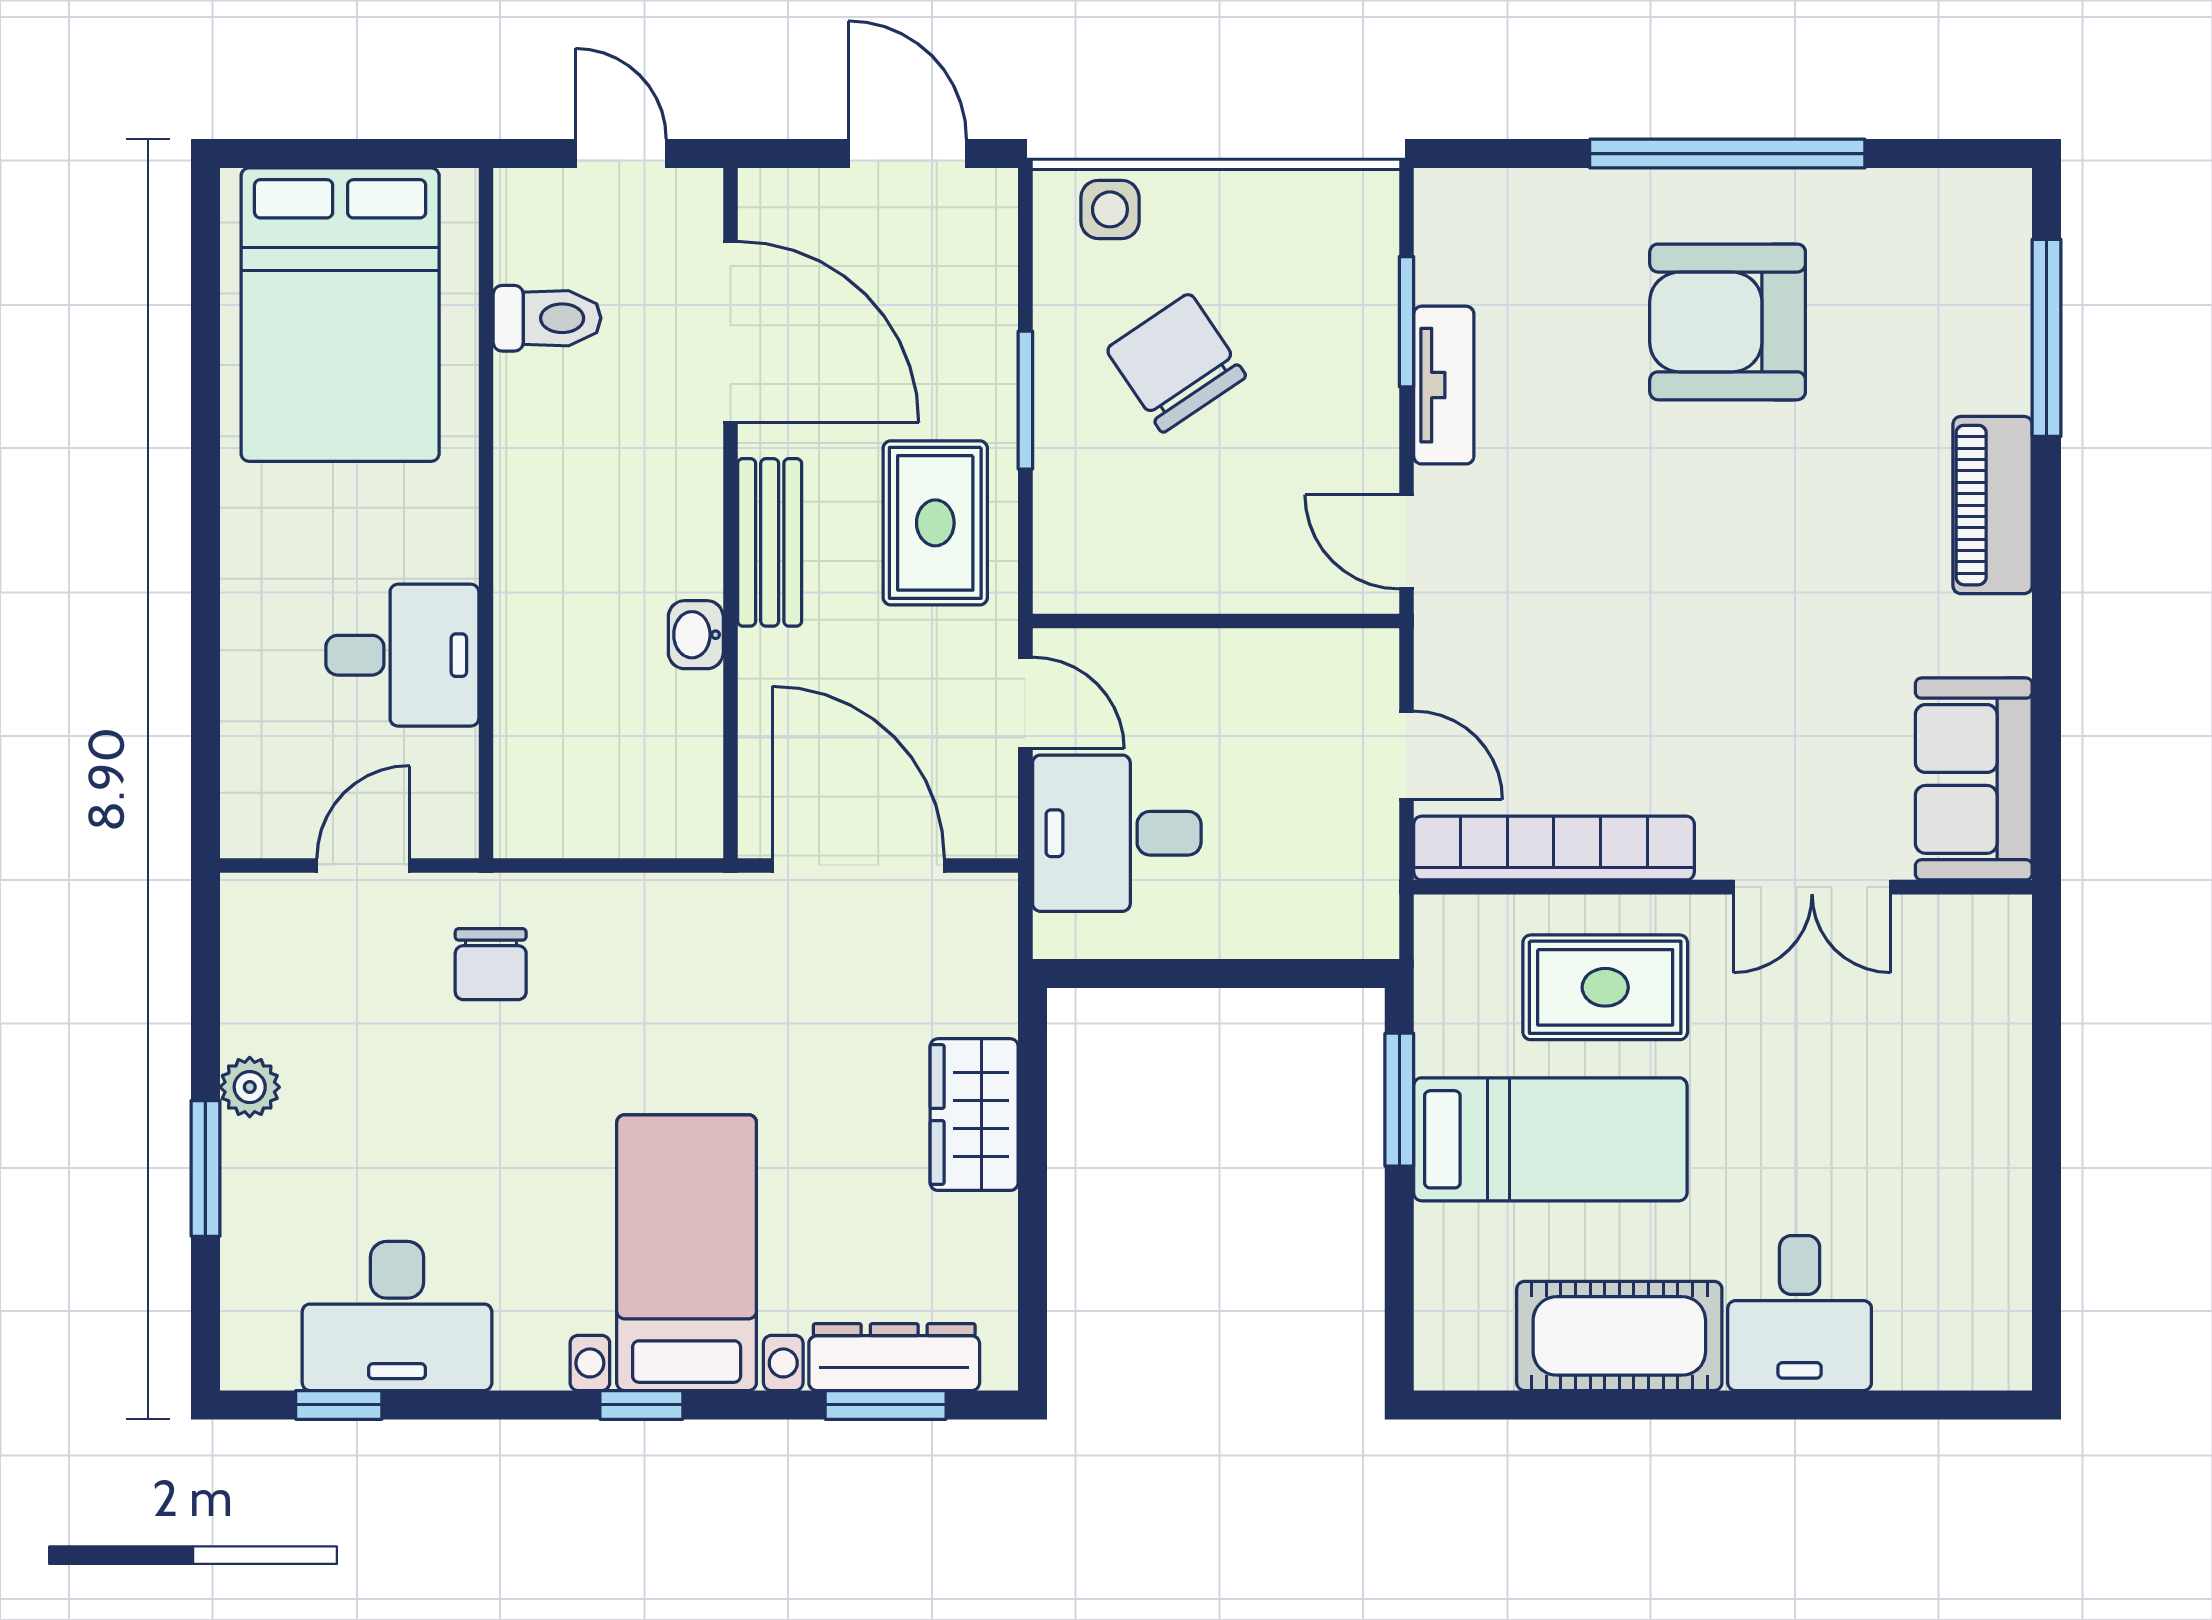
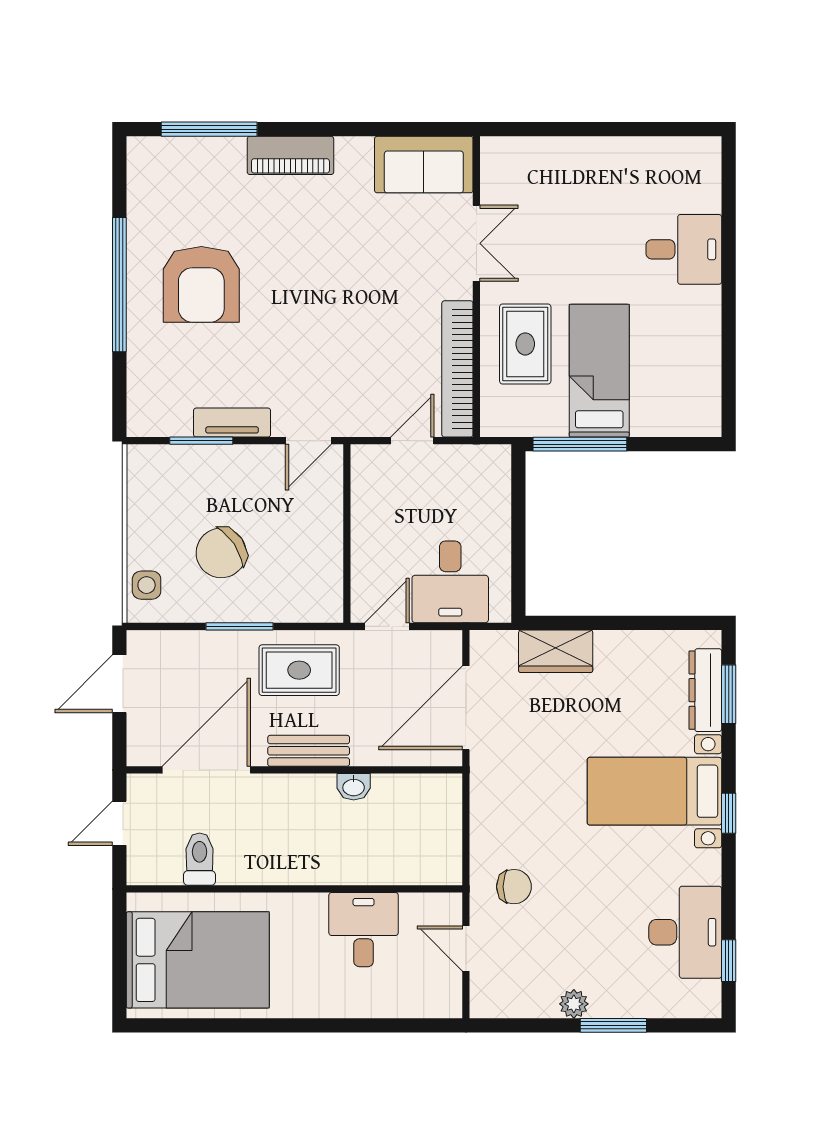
window: (1399, 1100) -> (580, 444), width x1.44
wardrobe: (974, 1115) -> (556, 651), moved
cot: (1619, 1336) -> (695, 337), removed

